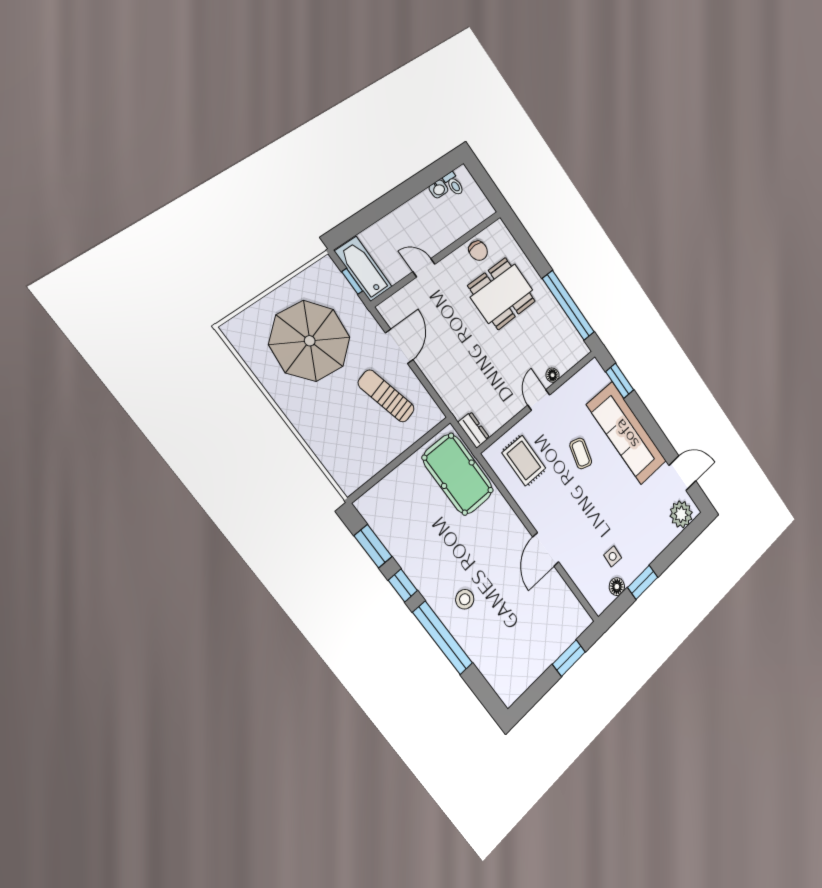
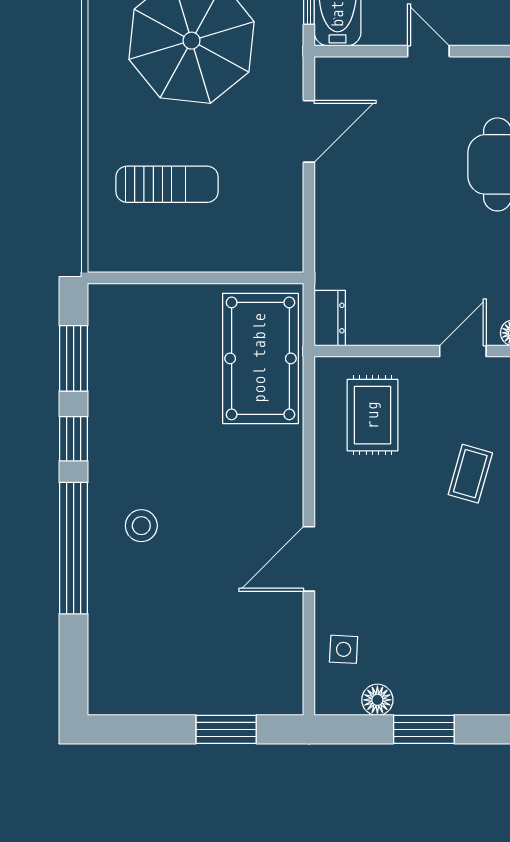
sun lounger: (386, 396) -> (167, 184), moved, turned 104
side table: (613, 556) -> (344, 649), moved

